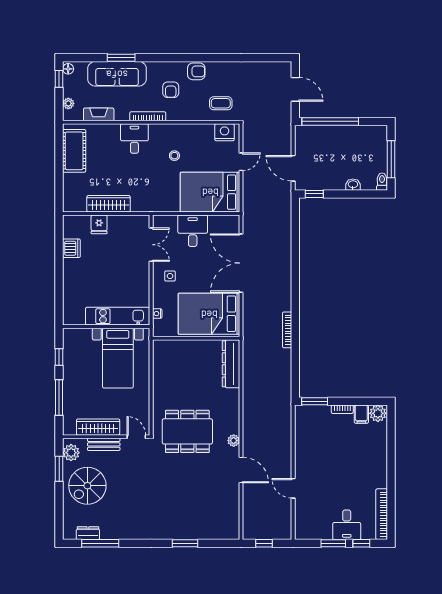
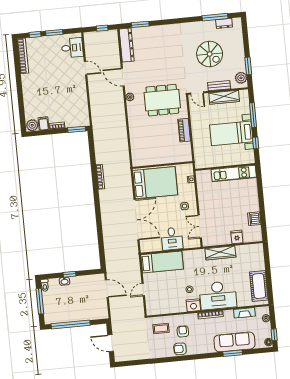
armchair: (171, 90) -> (183, 331), moved
window: (330, 121) -> (71, 325), moved
nightstand: (224, 132) -> (193, 305), moved
desk: (134, 139) -> (218, 295), width x1.87, depth x1.30
bed: (210, 192) -> (162, 262), width x0.67
window: (314, 194) -> (70, 274), moved
wardrobe: (108, 204) -> (220, 253), moved
kitchen unit: (118, 316) -> (234, 173), moved
bed with nightstands: (118, 358) -> (231, 133), moved, turned -90
dresser: (231, 364) -> (127, 45), moved
piano: (160, 385) -> (184, 130), added
spiral stairs: (87, 486) -> (210, 54), moved, turned 90
desk: (347, 525) -> (72, 48), moved, turned 90
window: (185, 543) -> (140, 24), moved

